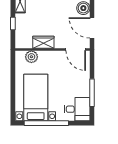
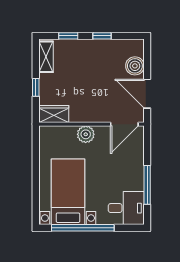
wardrobe: (43, 42) -> (54, 114), moved
door: (76, 49) -> (124, 124), hinge flipped
plant: (31, 57) -> (86, 134), moved

